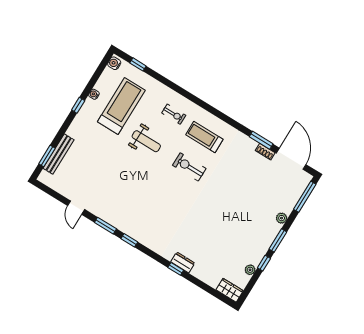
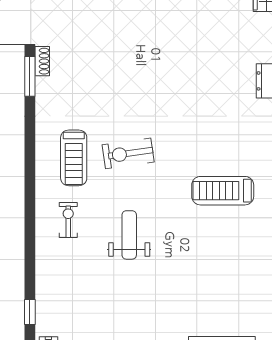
treadmill: (121, 106) -> (223, 191), moved, width x0.73, depth x0.73
exercise bike: (189, 167) -> (128, 153), turned 82

